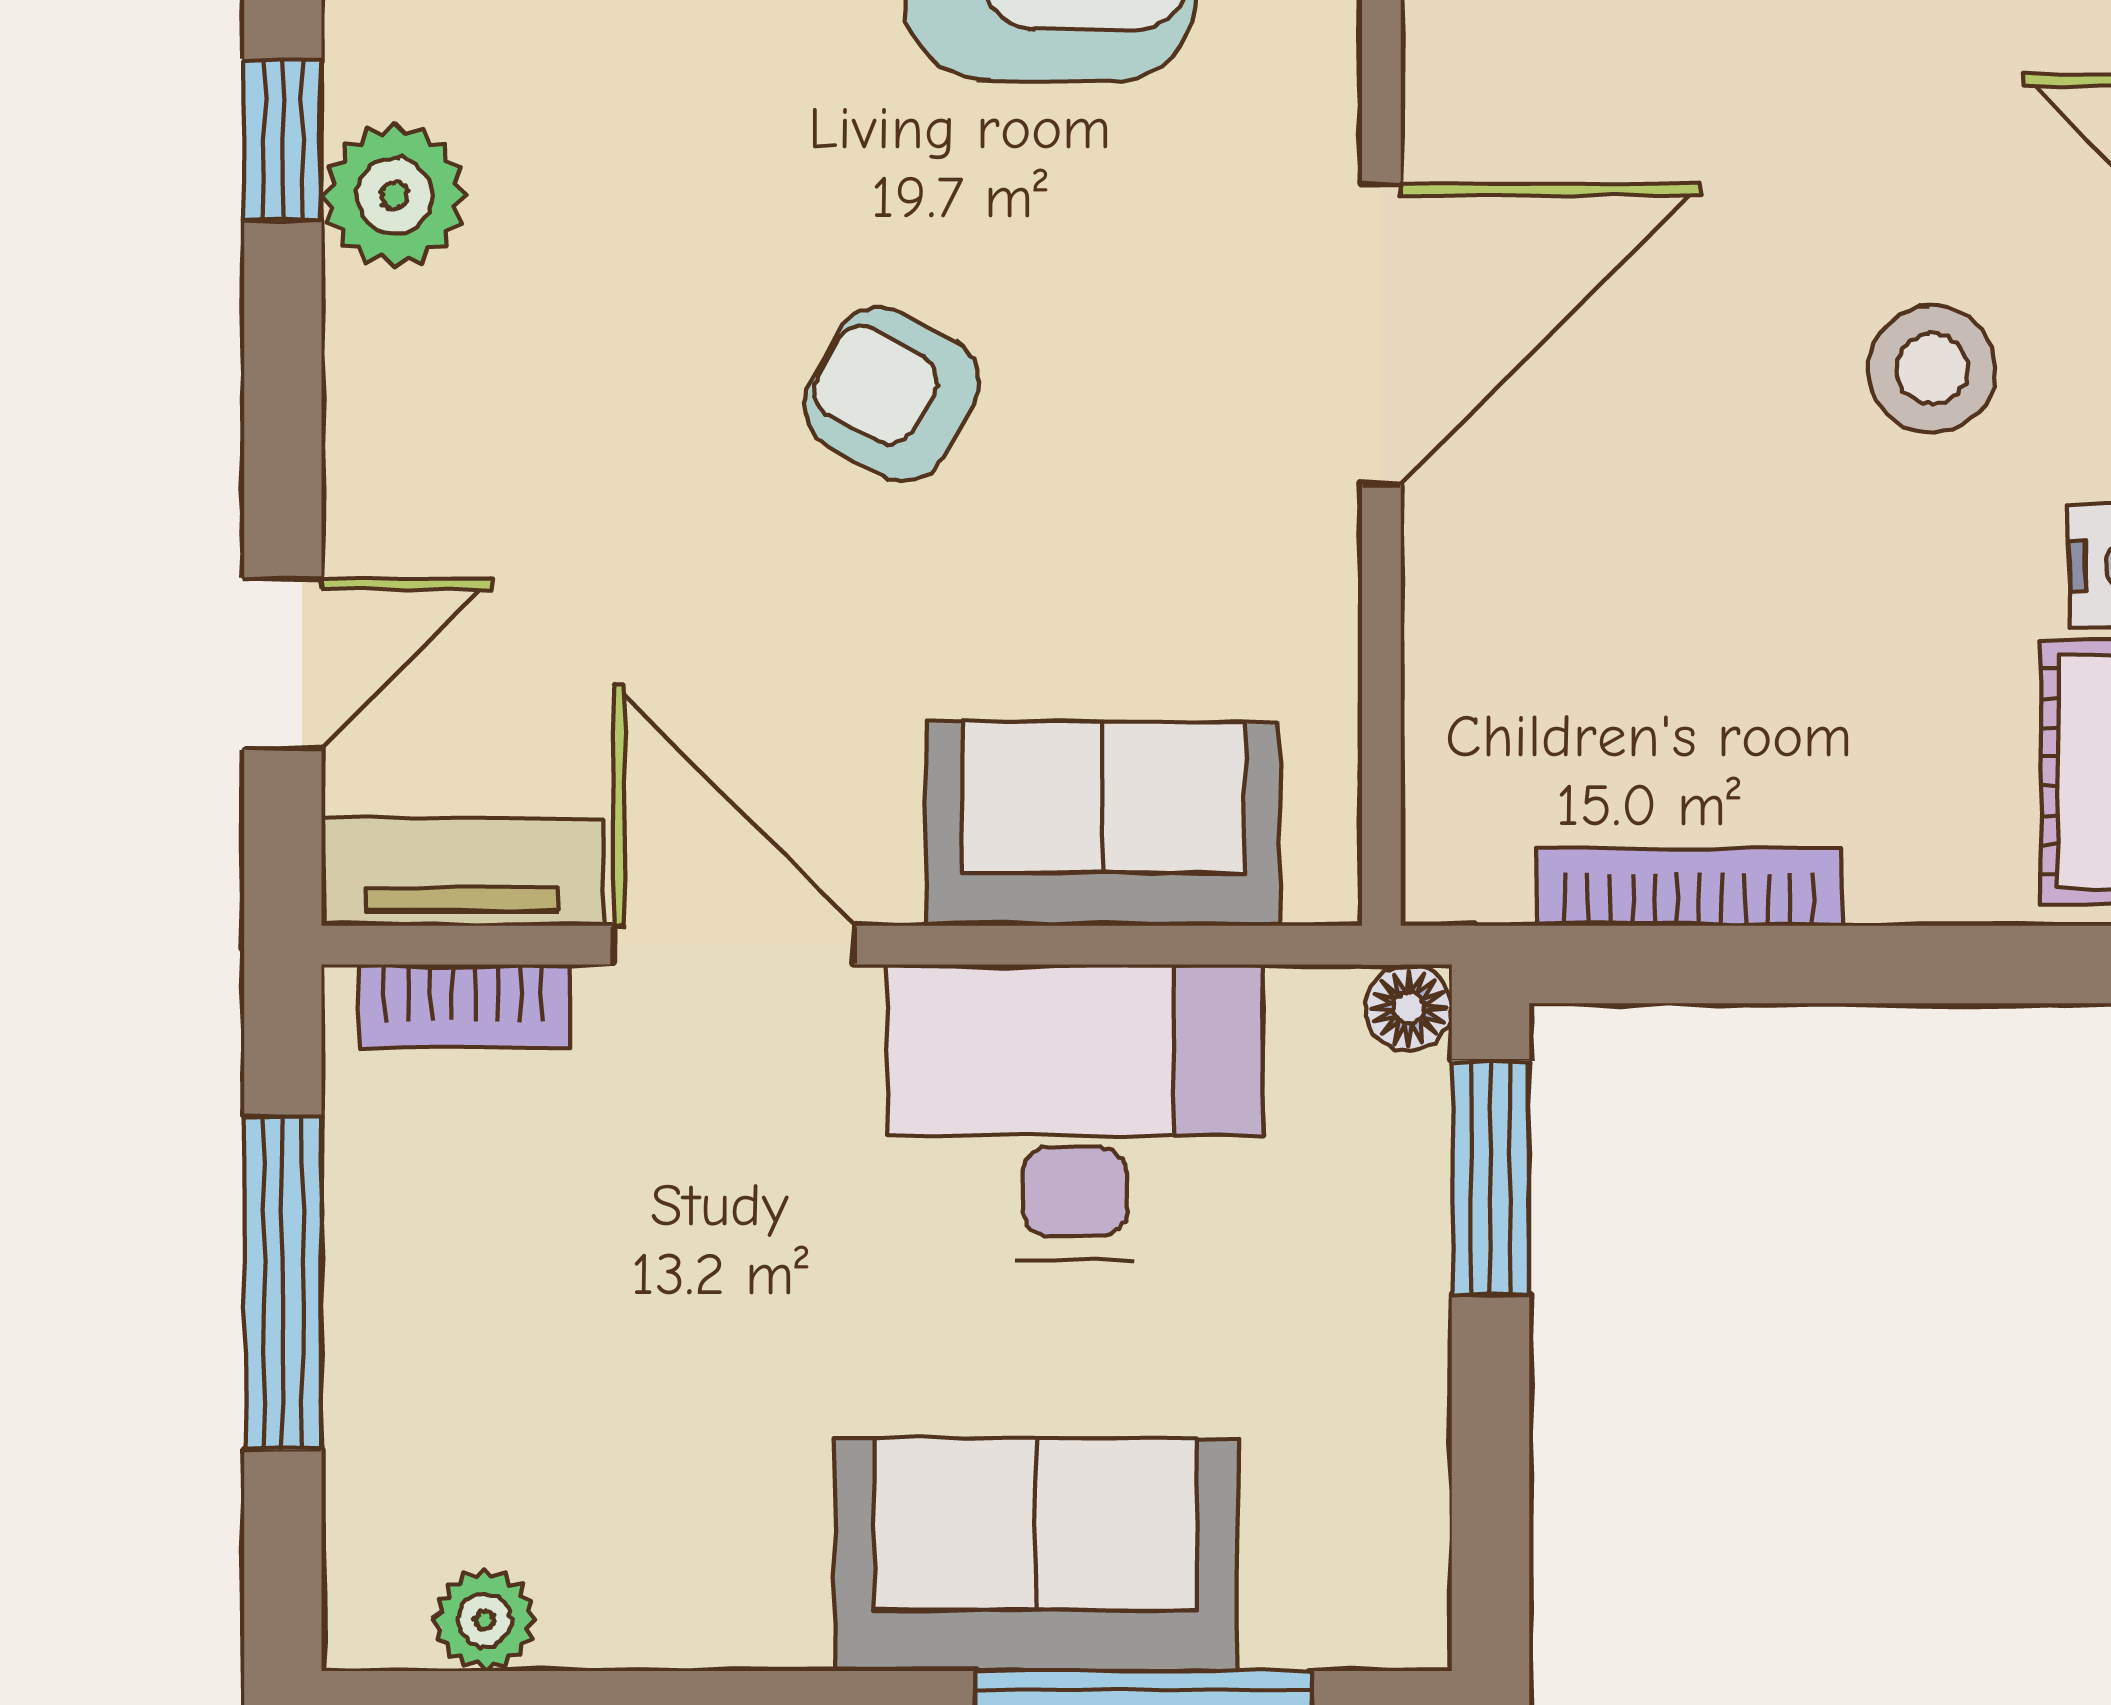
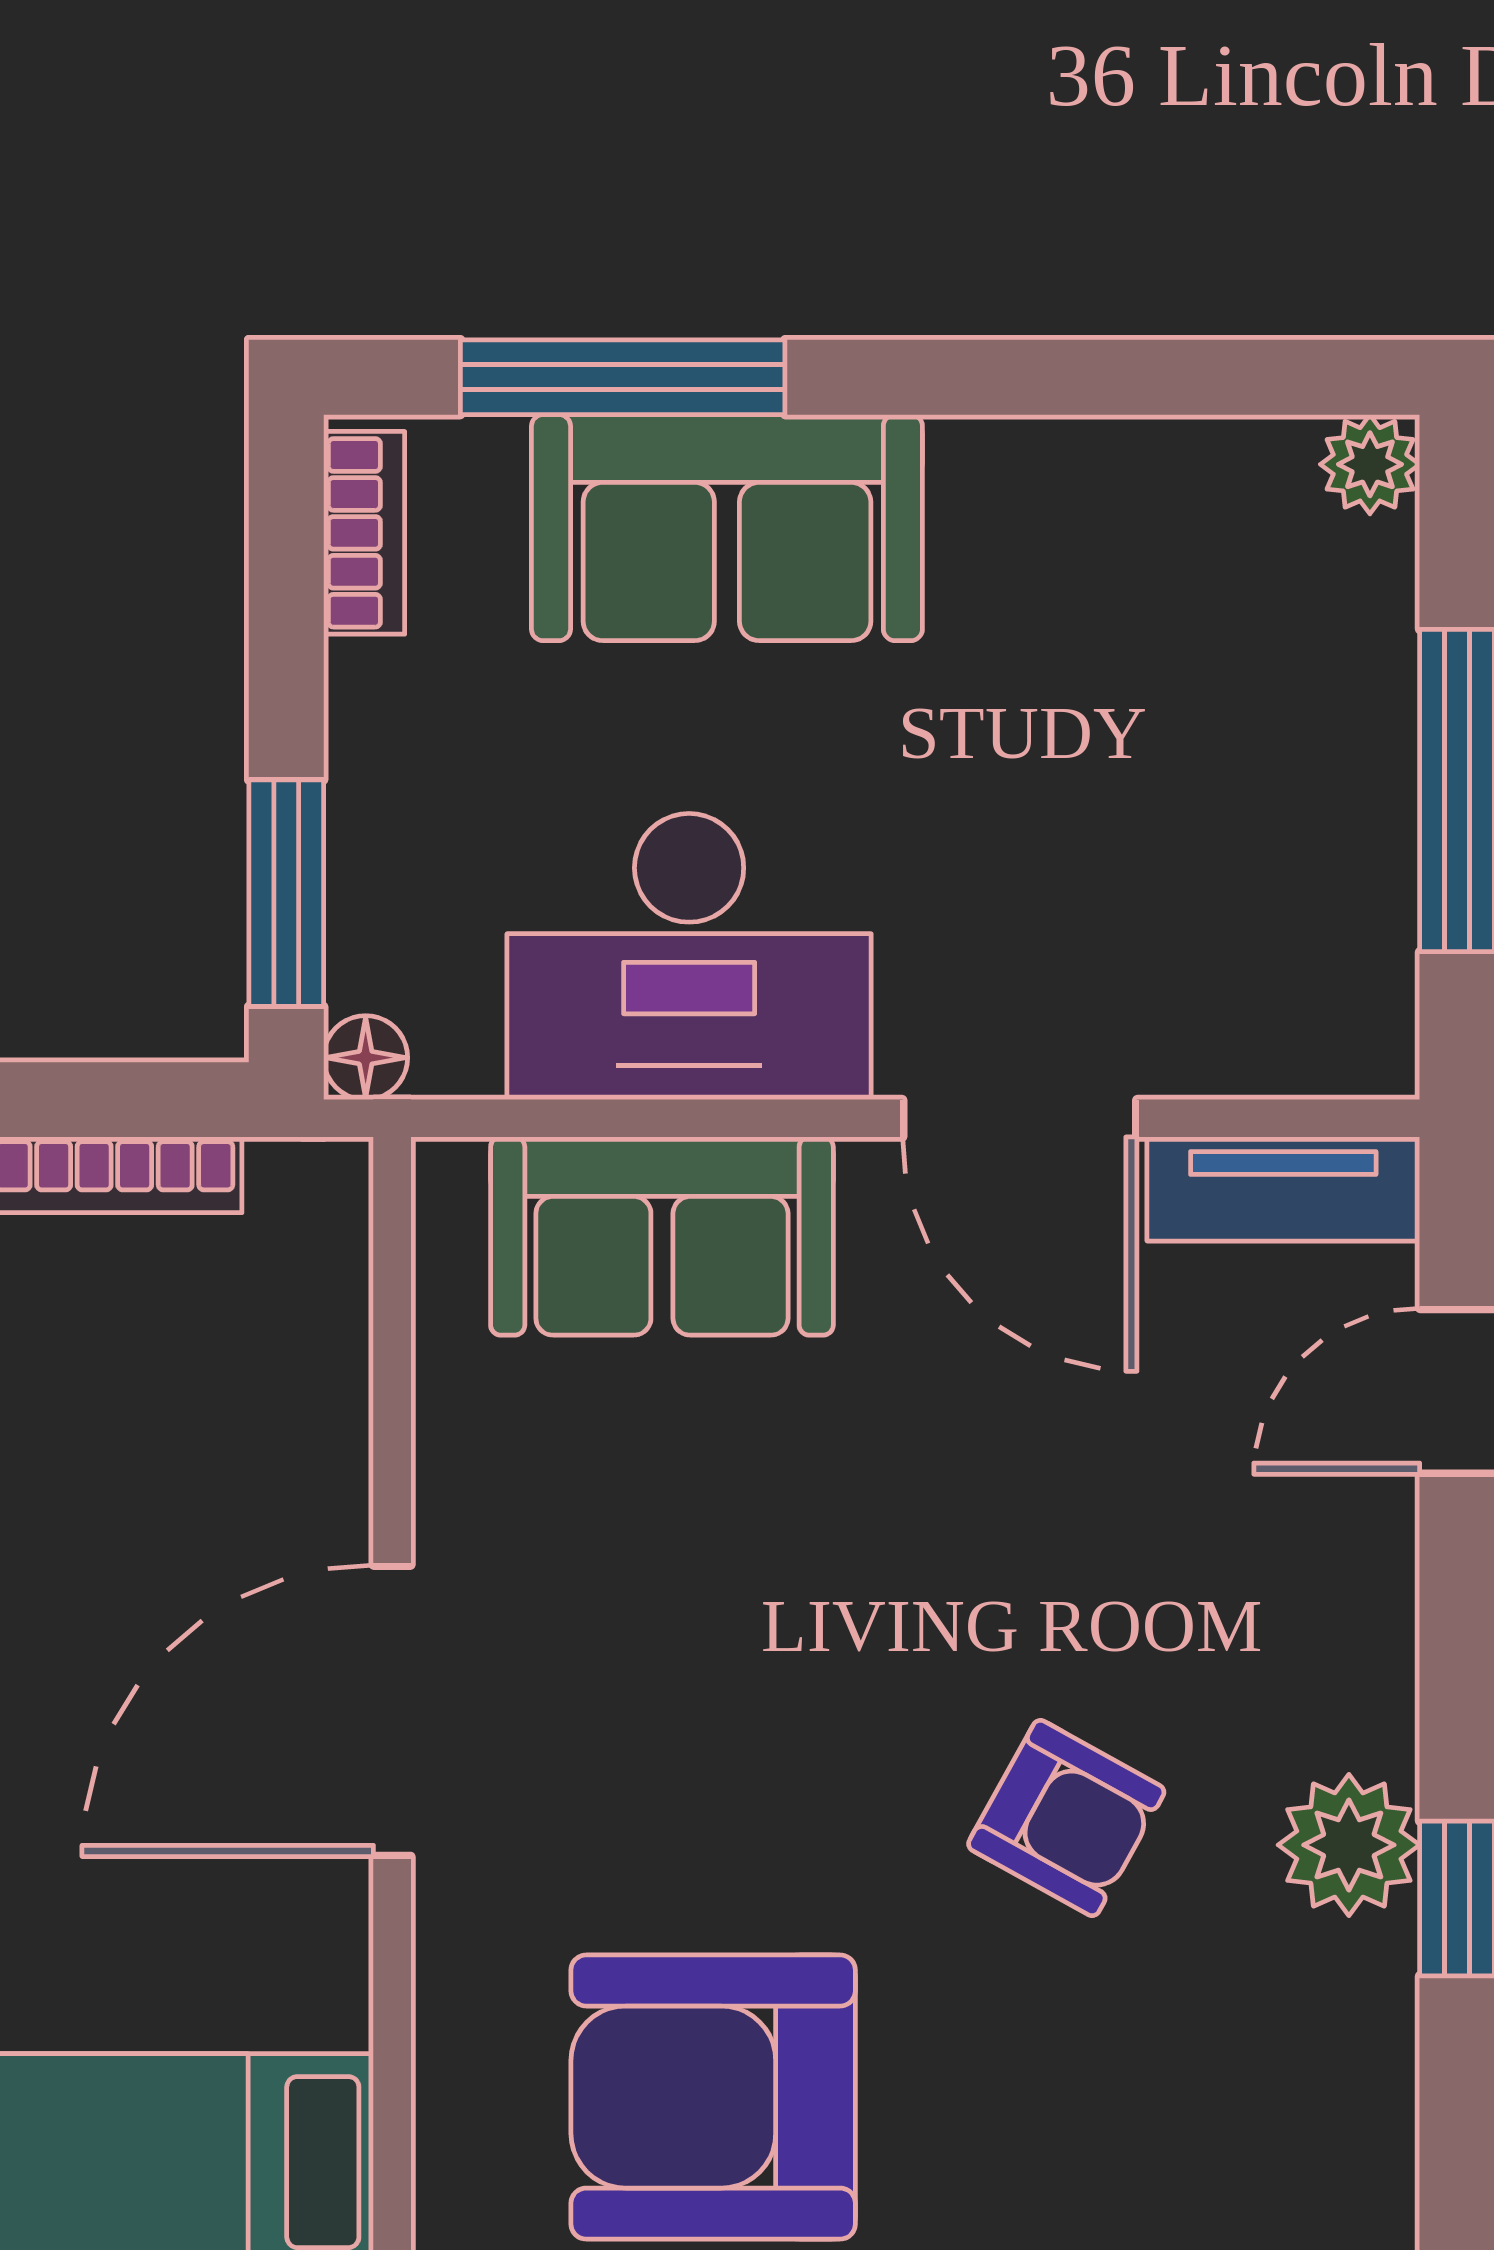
armchair: (891, 394) -> (1066, 1818), moved
bookcase: (464, 1006) -> (364, 533), moved, turned 90
plant: (485, 1620) -> (1370, 464), moved

